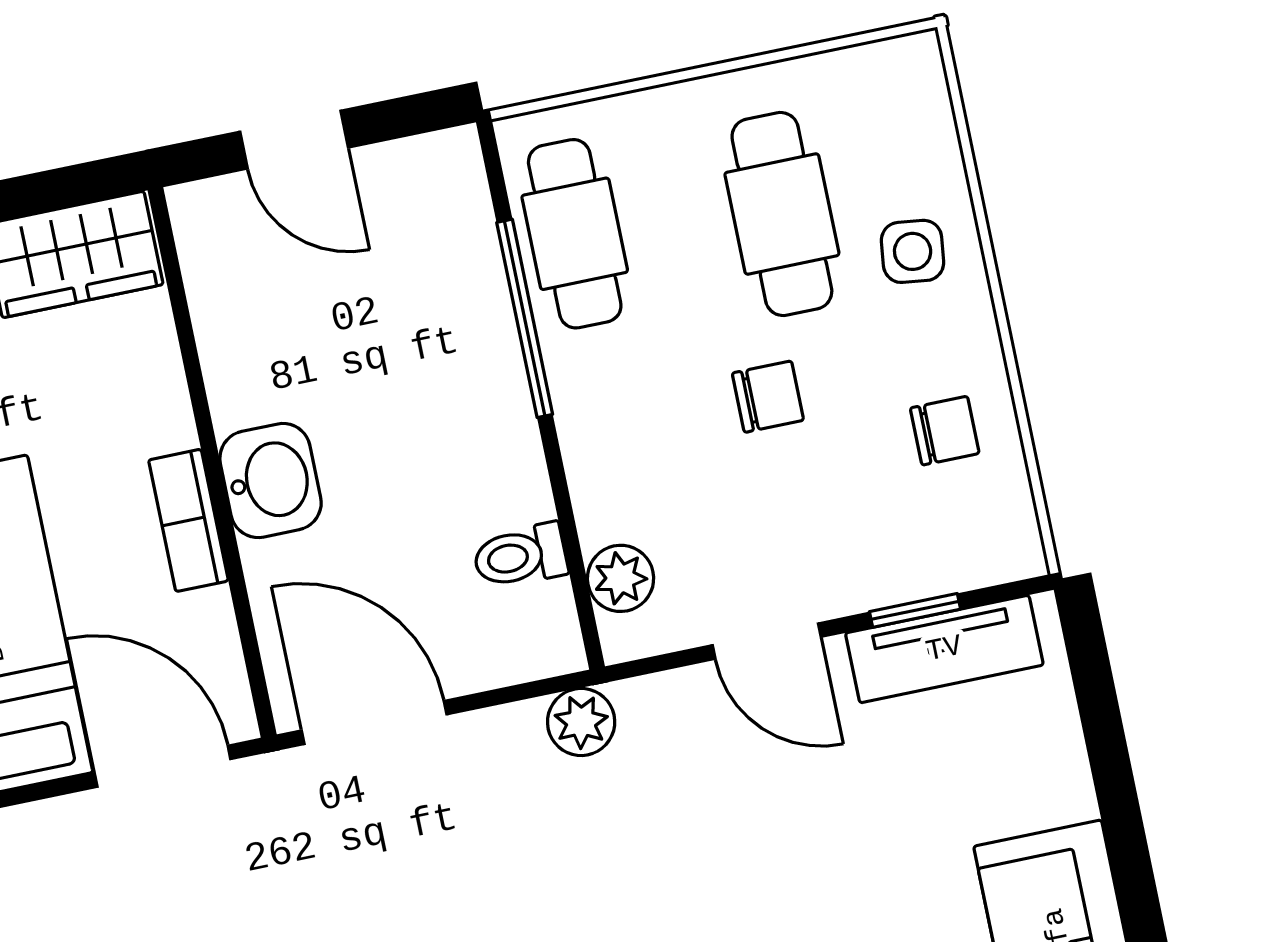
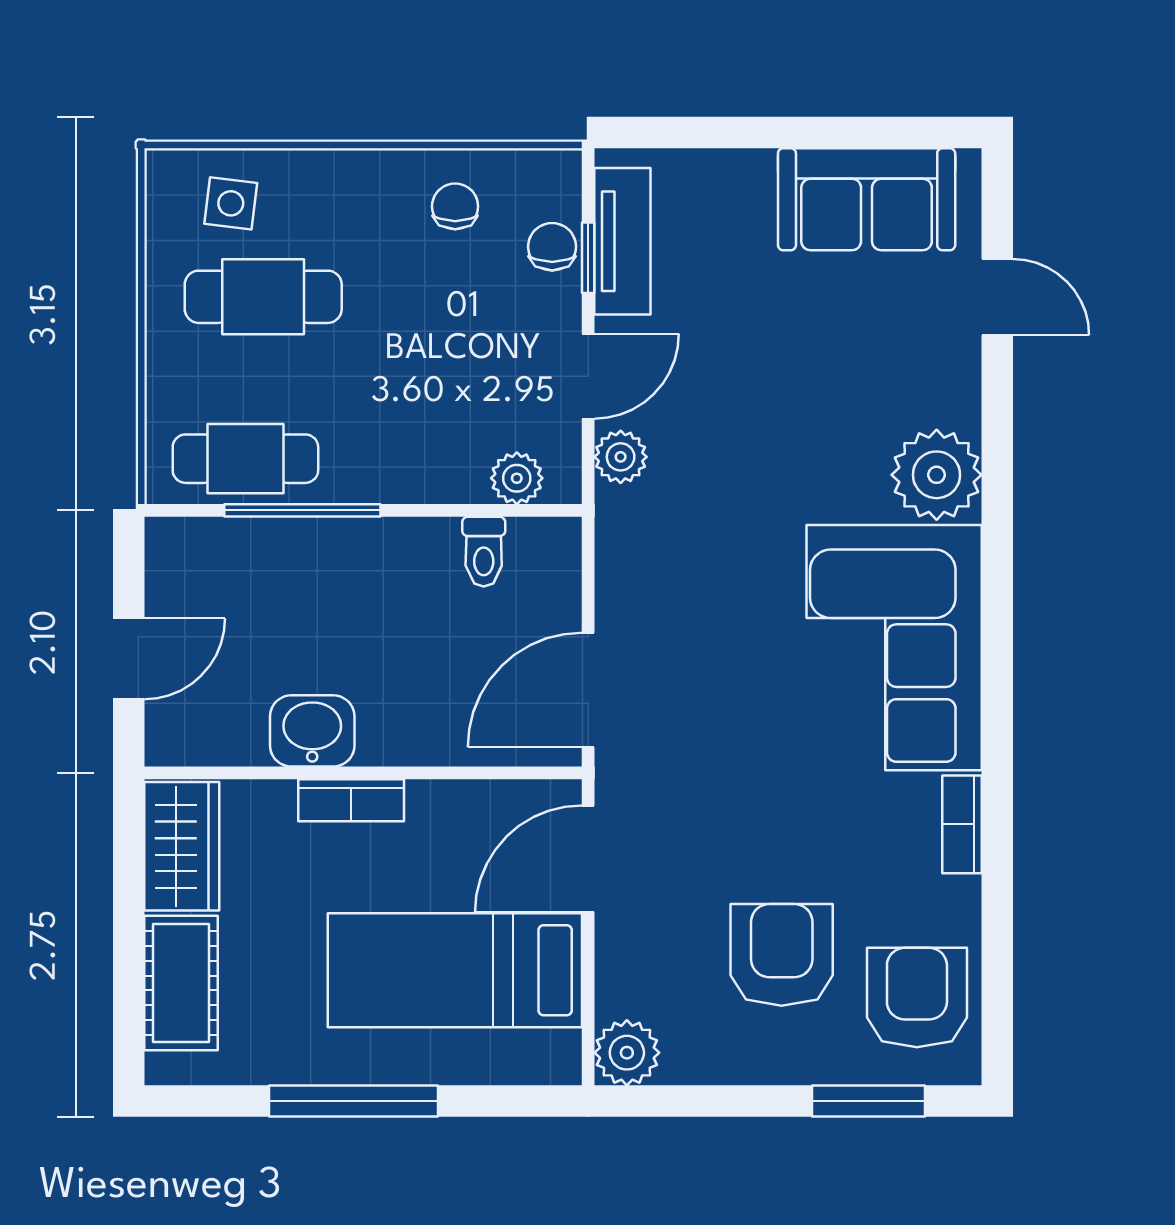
side table: (913, 251) -> (231, 203), moved
chair: (768, 397) -> (552, 247), moved
washbasin: (271, 481) -> (312, 731), moved
bookcase: (188, 520) -> (351, 800), moved
plant: (581, 722) -> (621, 457), moved

